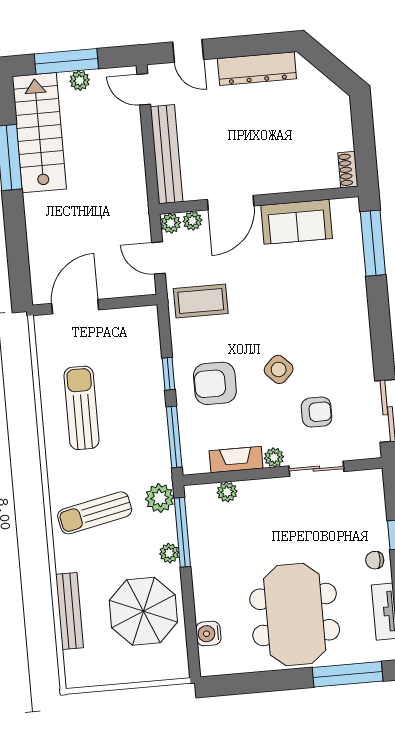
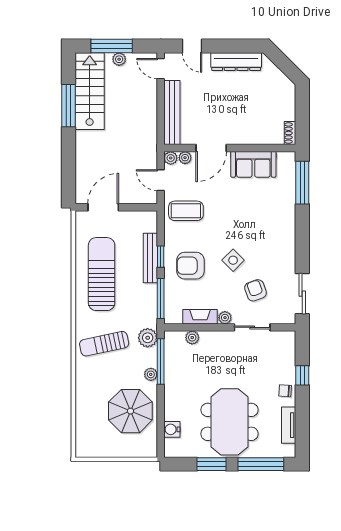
sun lounger: (81, 408) -> (102, 274), width x1.36, depth x1.34
armchair: (317, 412) -> (256, 290), turned -110
bench: (70, 611) -> (150, 258), moved
window: (273, 681) -> (211, 464), added

